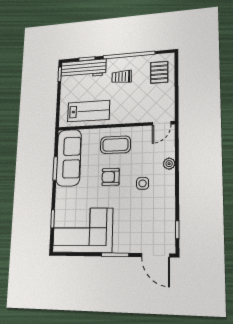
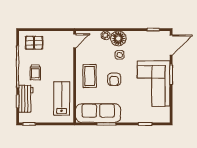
workbench: (83, 69) -> (26, 99), width x0.73
door: (162, 123) -> (75, 41), hinge flipped
floor lamp: (165, 181) -> (118, 38), added
corner sofa: (83, 230) -> (154, 84), moved

